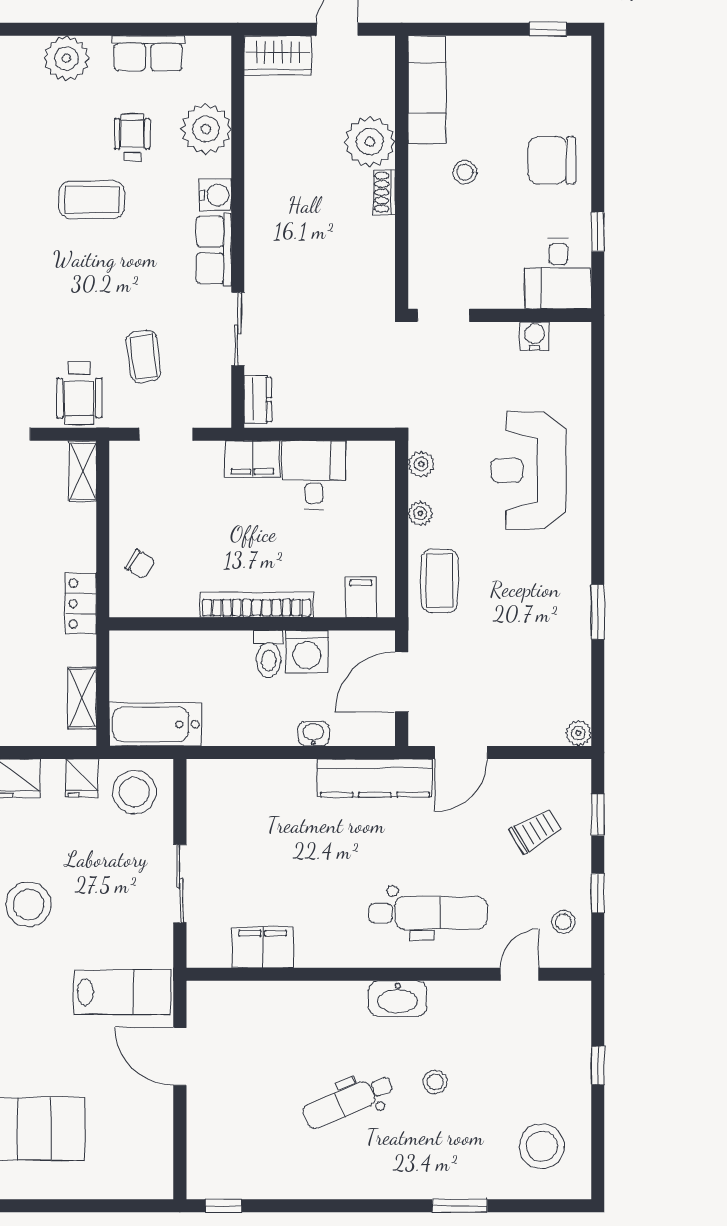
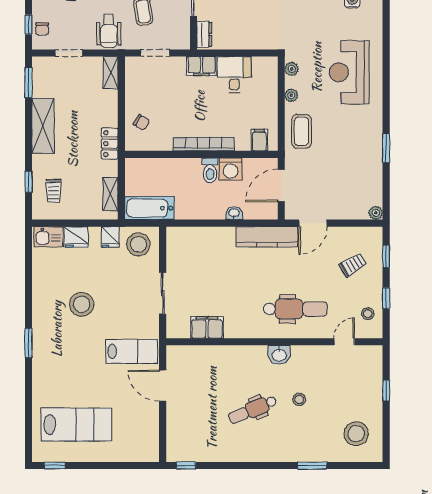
washbasin: (398, 999) -> (279, 355), width x0.72

